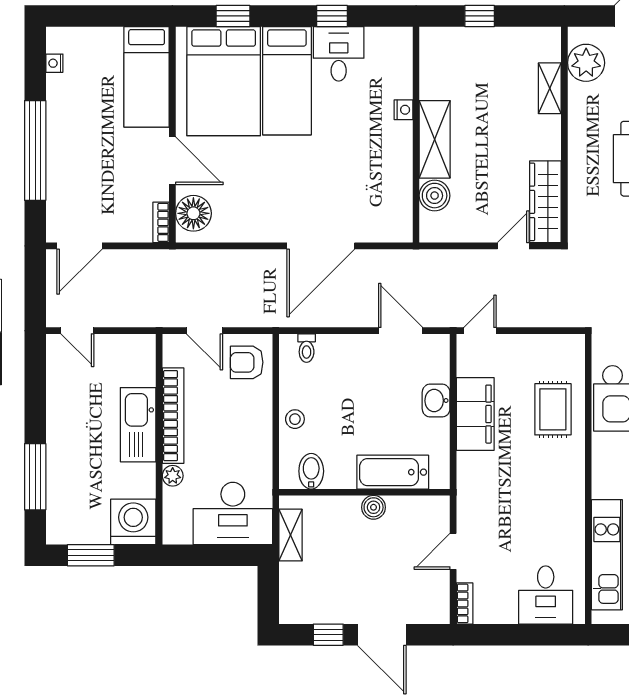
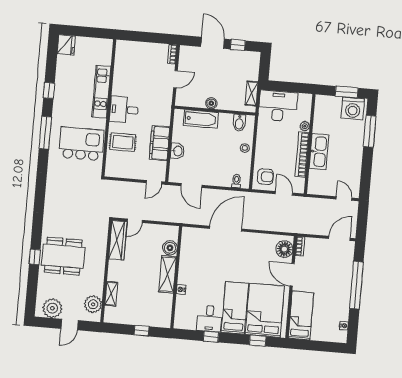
rug: (553, 409) -> (123, 142), turned 90
washing machine: (133, 522) -> (353, 108), moved
kitchen unit: (607, 555) -> (101, 92), moved
desk: (546, 595) -> (124, 110), moved, turned -90

